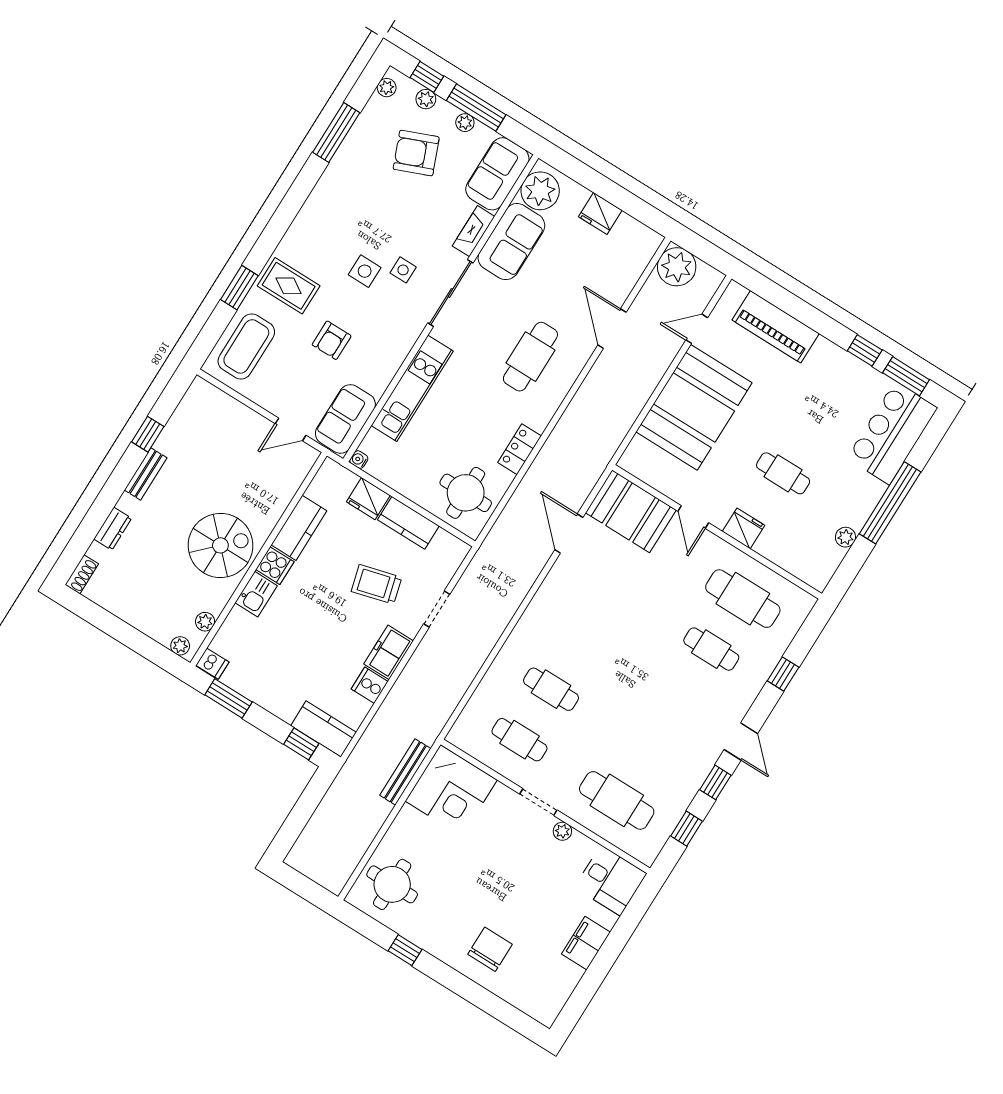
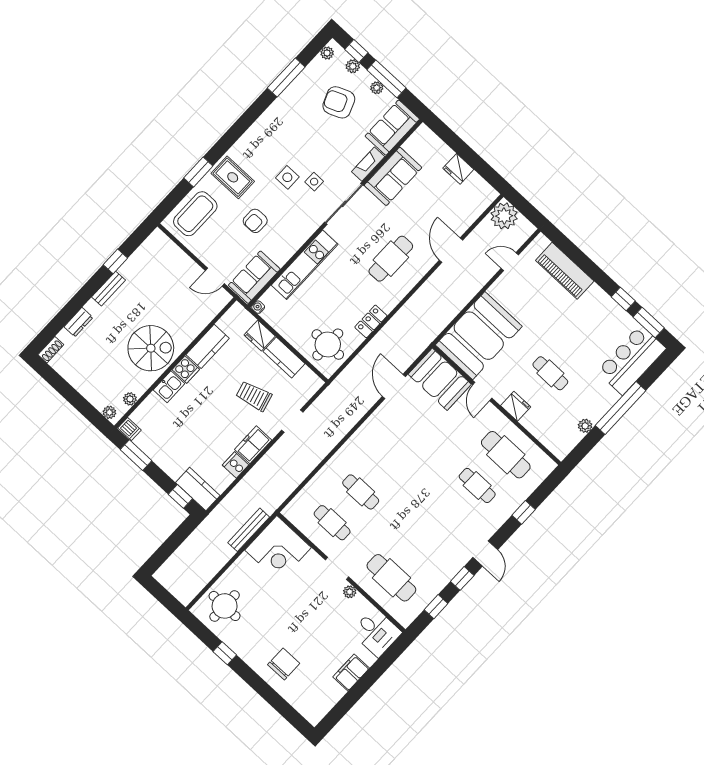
plant: (540, 191) -> (420, 145), removed
booth: (694, 407) -> (479, 336), moved

